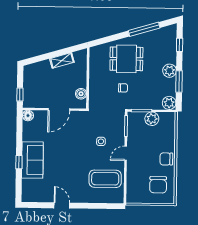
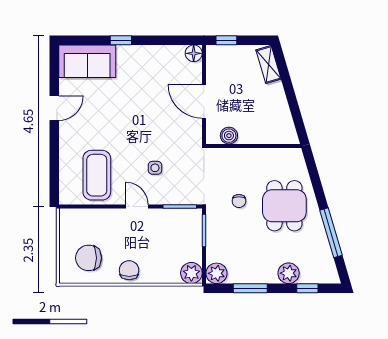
shelving: (62, 60) -> (269, 65), moved
plant: (170, 71) -> (289, 273), moved
plant: (152, 119) -> (191, 273), moved
sofa: (32, 160) -> (87, 61), moved

